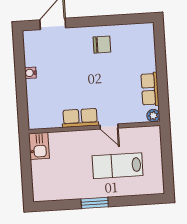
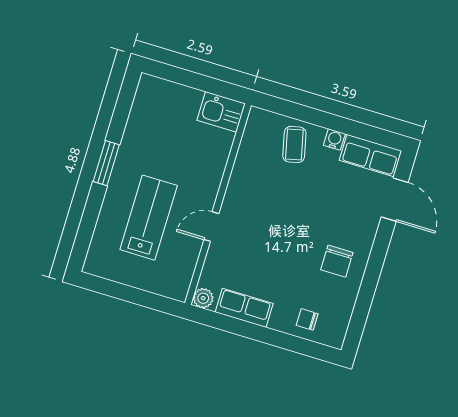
chair: (143, 49) -> (307, 319), added
coffee table: (42, 95) -> (294, 144), added
row of seats: (80, 118) -> (370, 155), moved, turned 90

